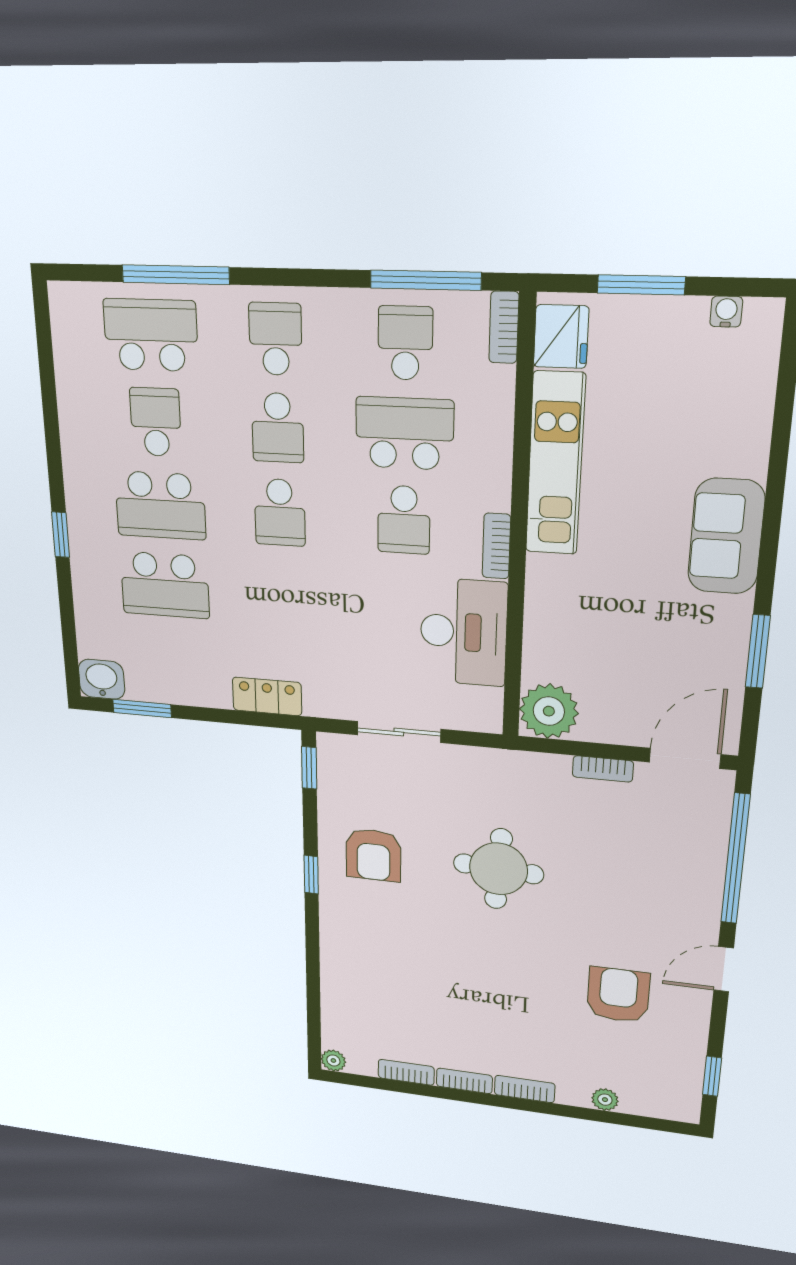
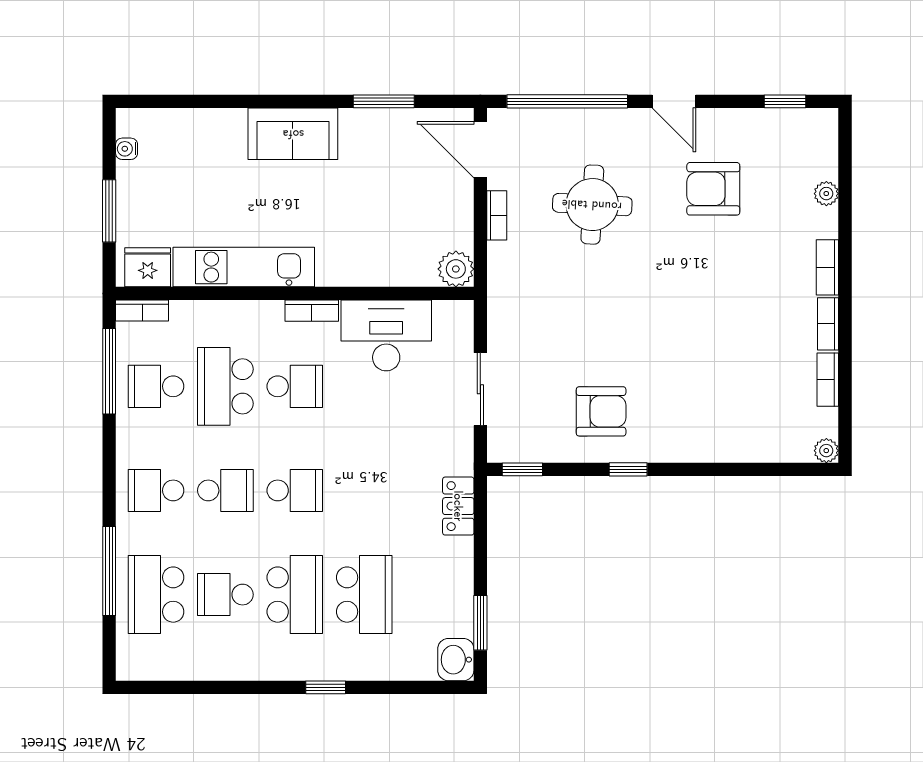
plant: (549, 711) -> (456, 269), width x0.73, depth x0.73
round table: (498, 869) -> (592, 205), moved

